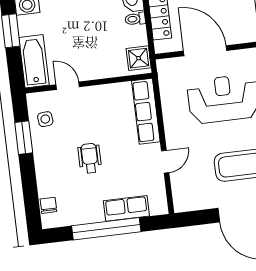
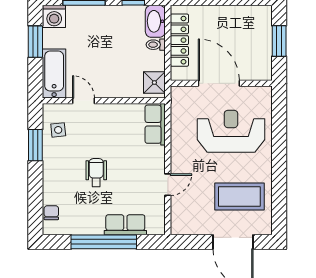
row of seats: (146, 111) -> (155, 124), width x0.68

